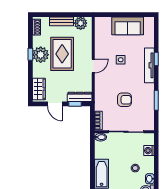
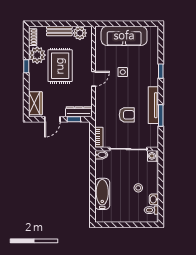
sofa: (128, 26) -> (124, 36), width x1.36
plant: (41, 55) -> (37, 55), moved
tv unit: (149, 65) -> (153, 105), moved
door: (55, 104) -> (52, 119), hinge flipped
washing machine: (149, 151) -> (153, 156), moved

